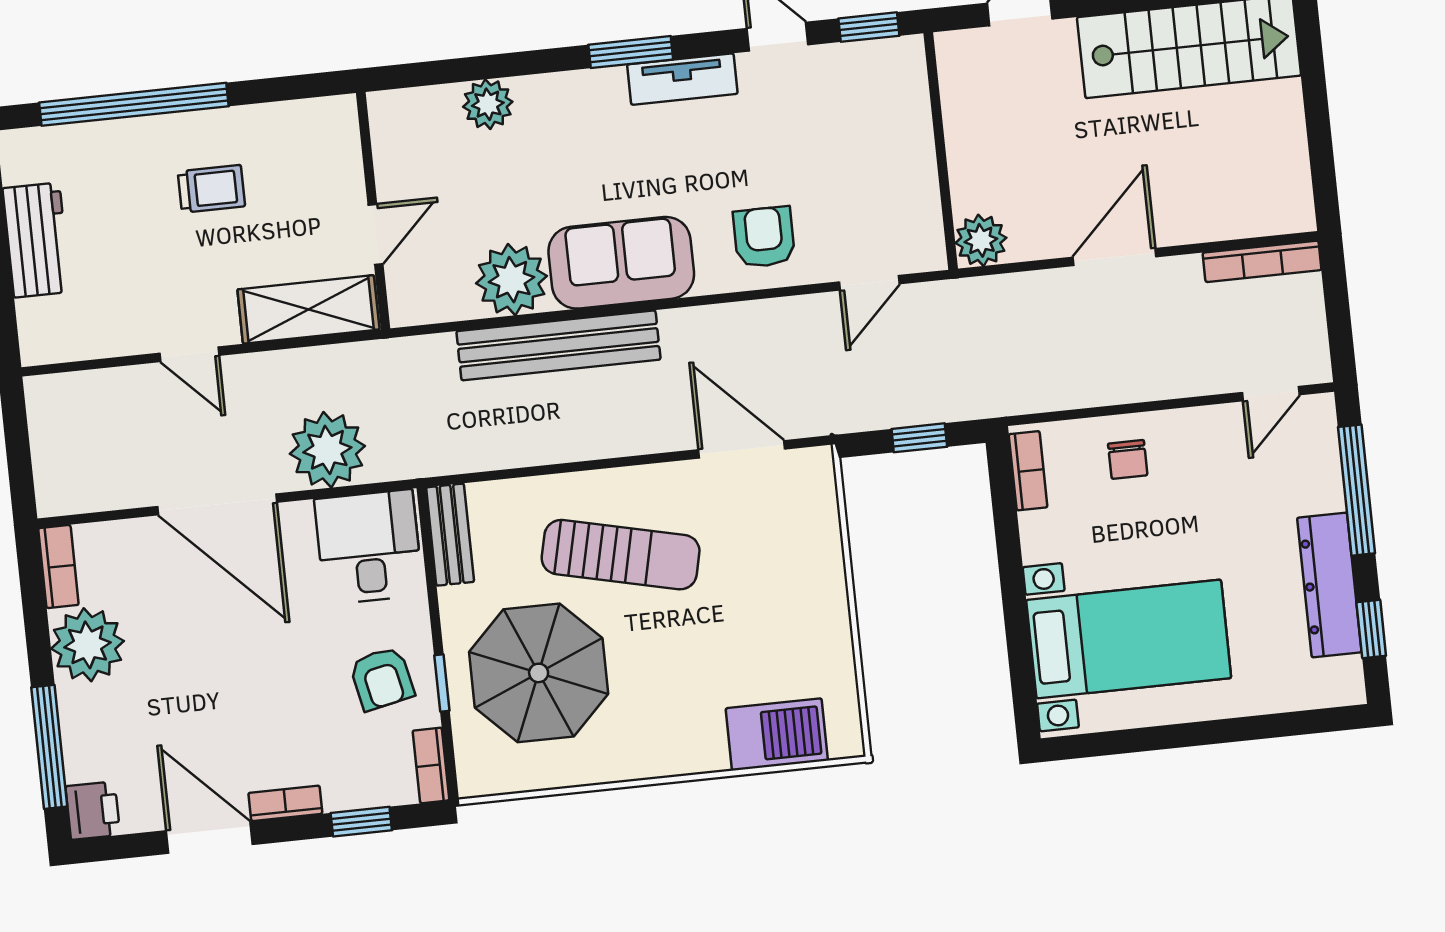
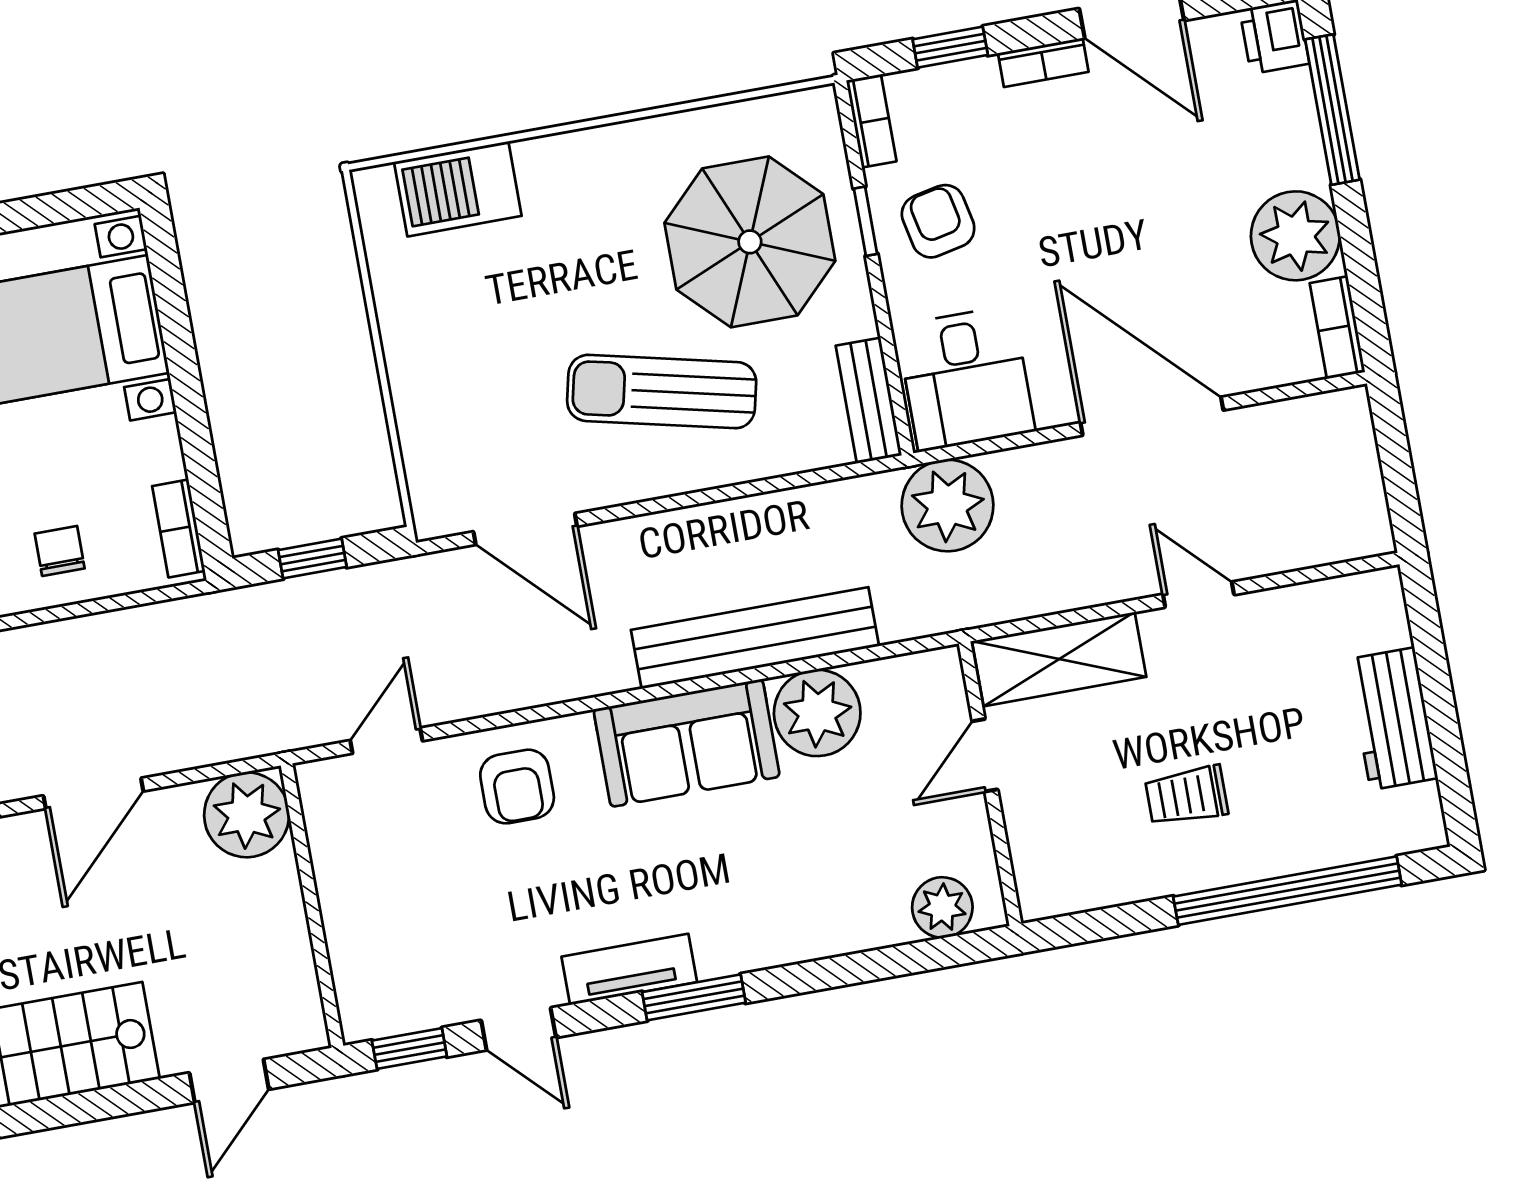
plant: (488, 104) -> (942, 907), moved
plant: (981, 240) -> (247, 815), width x1.36, depth x1.36
plant: (327, 450) -> (947, 506), moved

